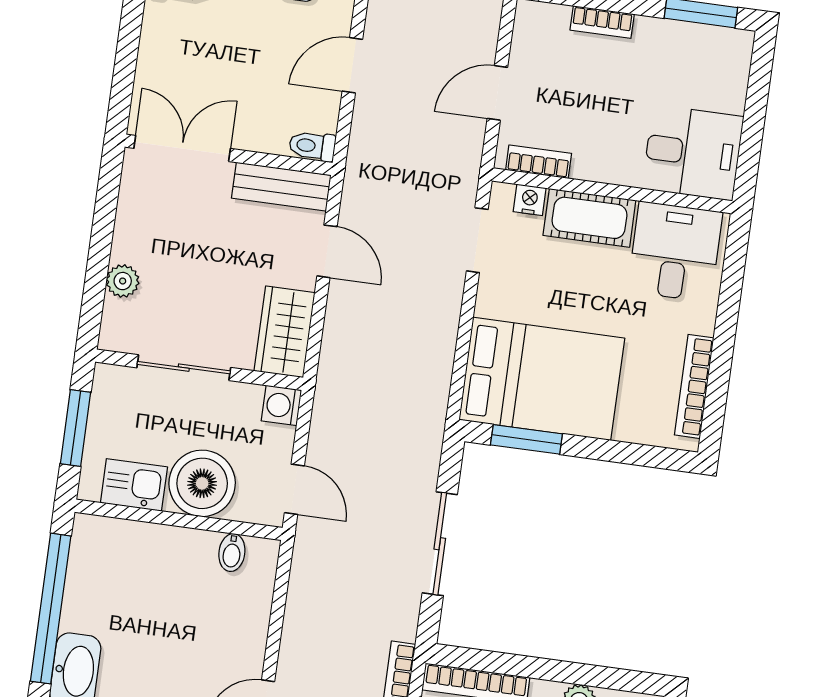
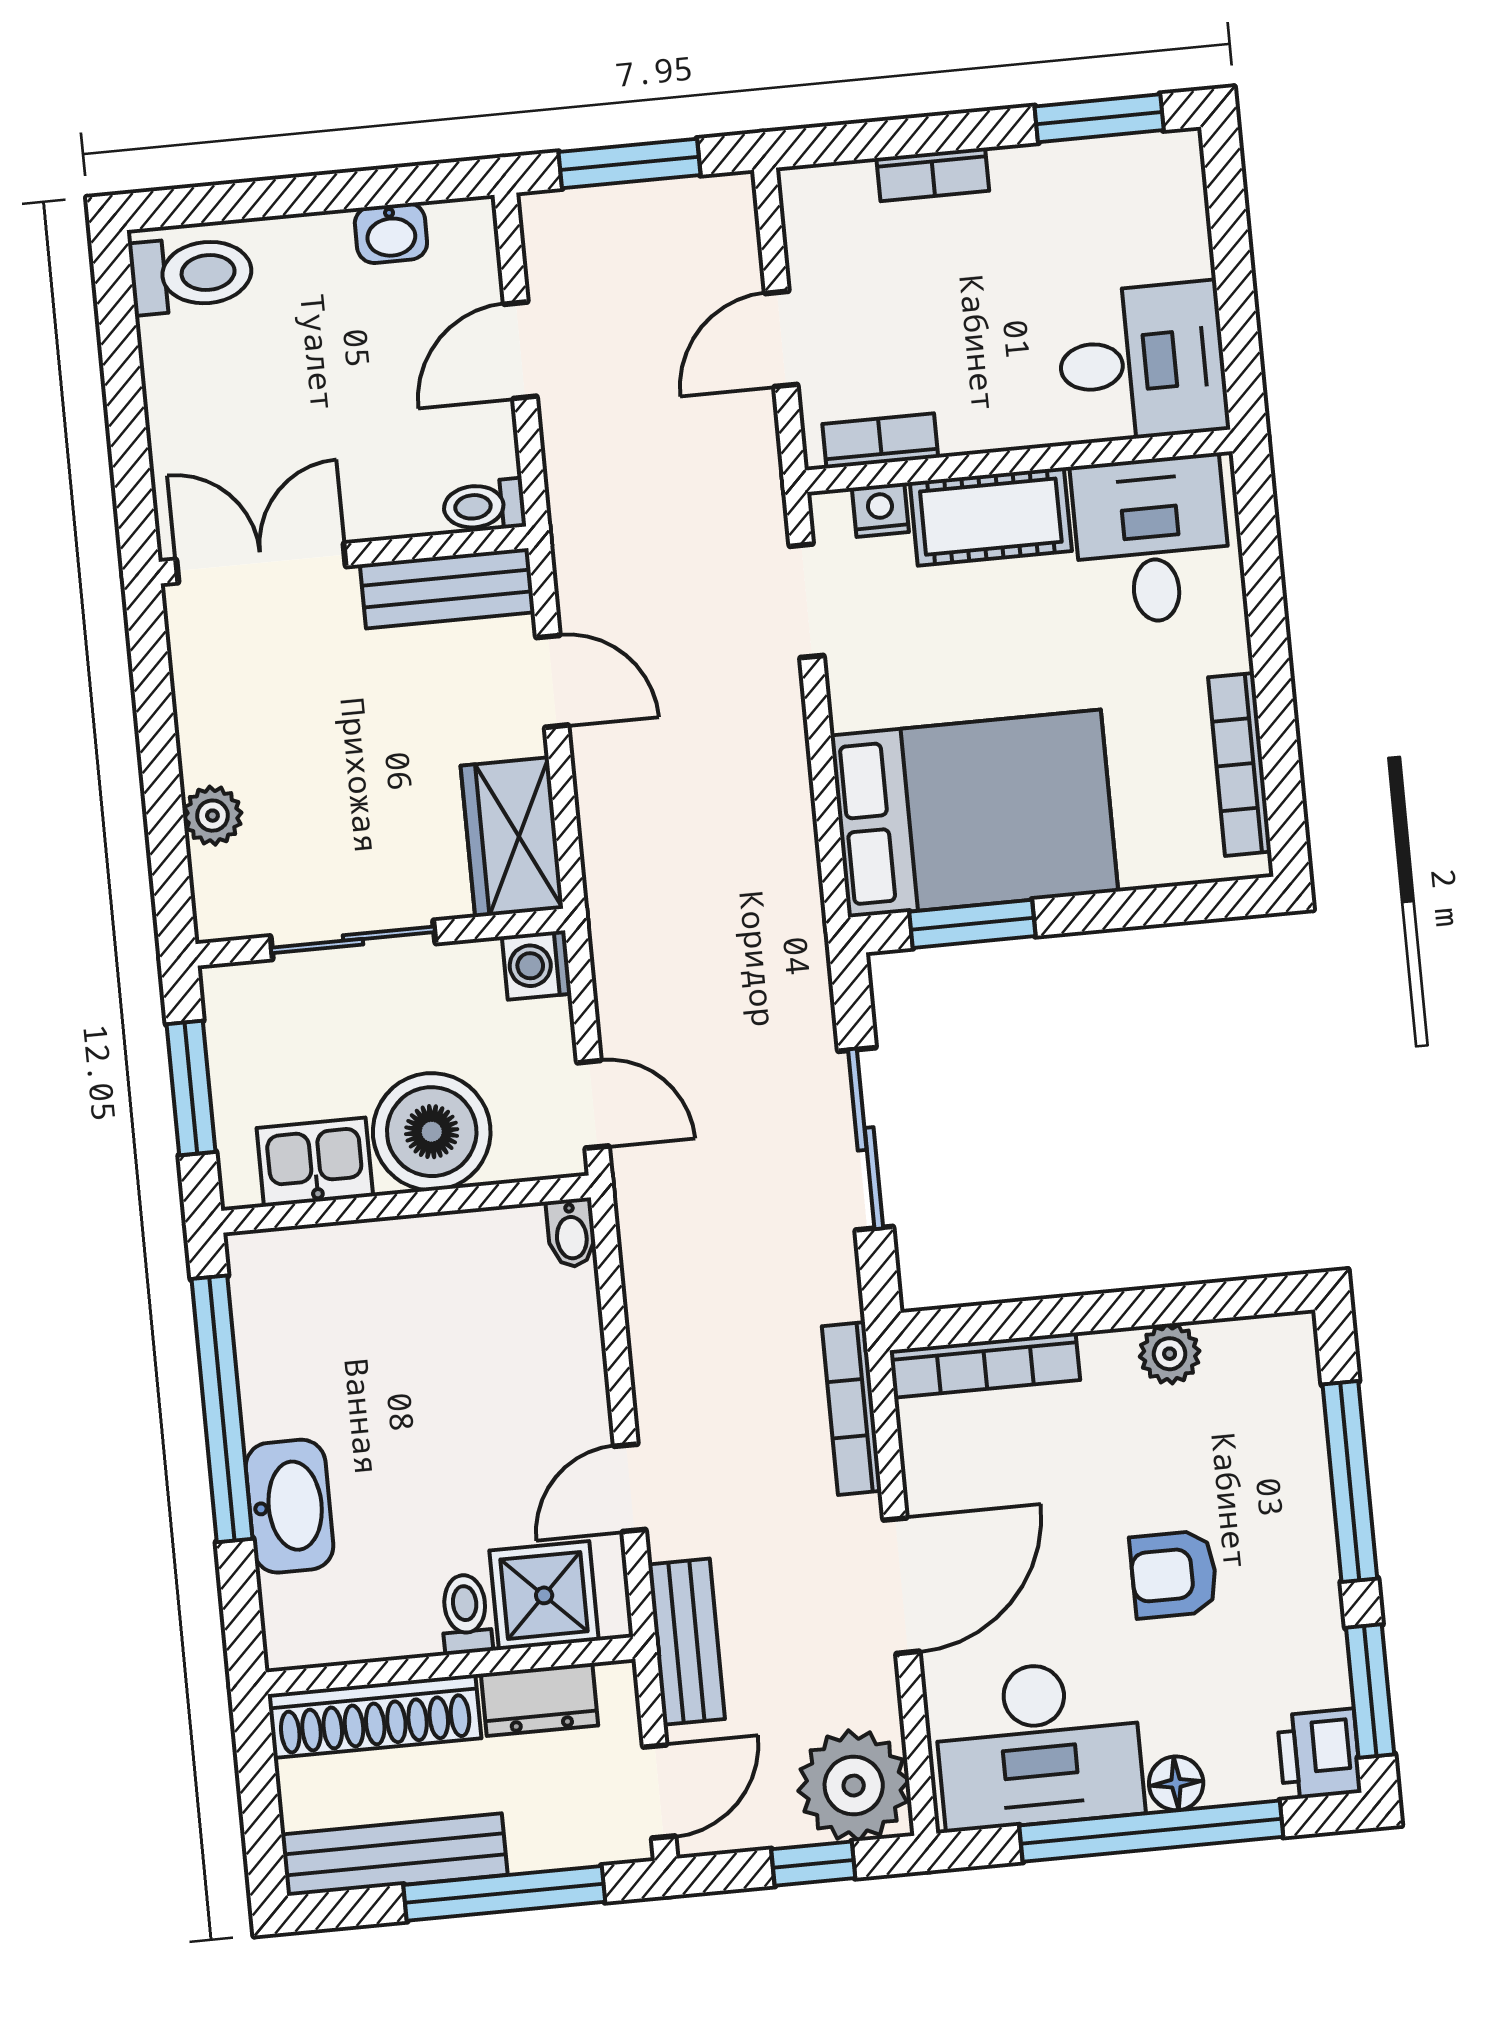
bidet: (232, 553) -> (571, 1233), moved

